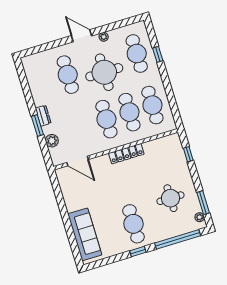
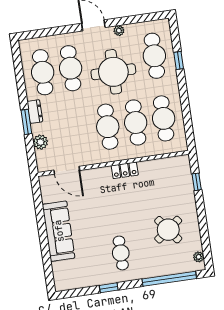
cafe table: (45, 82) -> (43, 72), added
locker: (126, 154) -> (125, 170), width x0.66
round table: (170, 198) -> (168, 230), turned -37
window: (203, 203) -> (205, 241), removed
cafe table: (133, 224) -> (121, 253), width x0.73, depth x0.74
sofa: (85, 234) -> (59, 231), moved
window: (138, 252) -> (109, 288), moved

